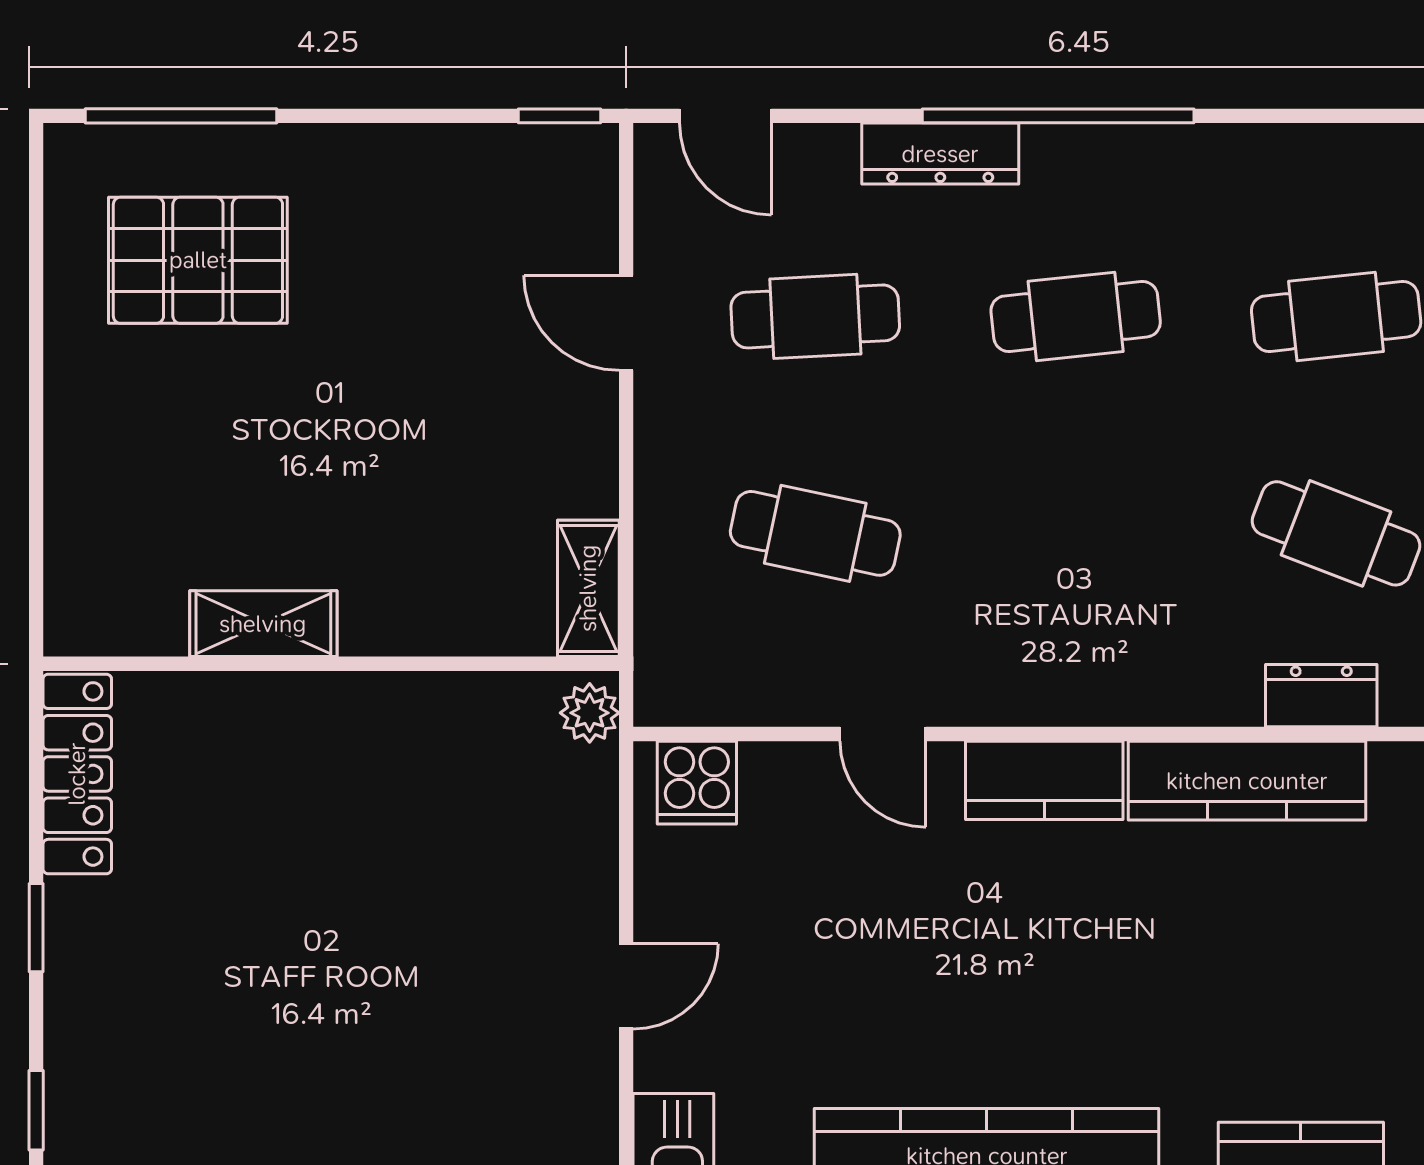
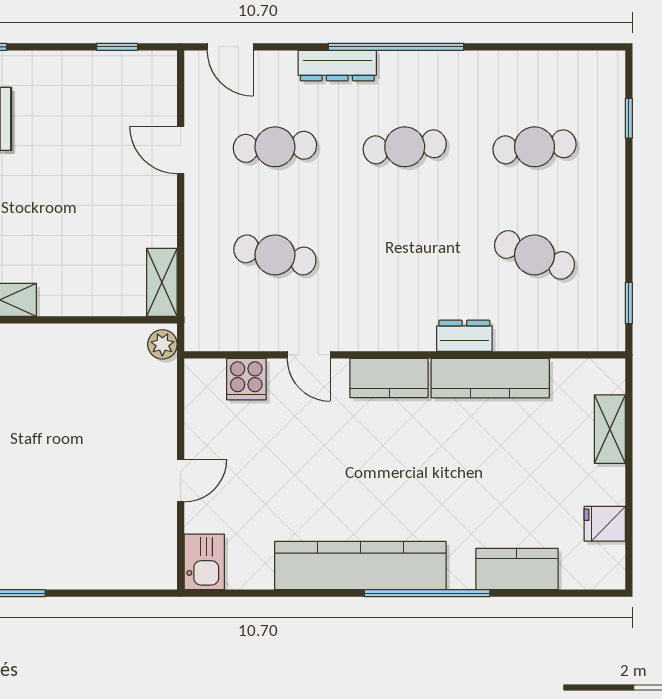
window: (560, 116) -> (117, 47), moved
dresser: (1321, 696) -> (464, 336), moved
cooker: (697, 783) -> (246, 379), moved

